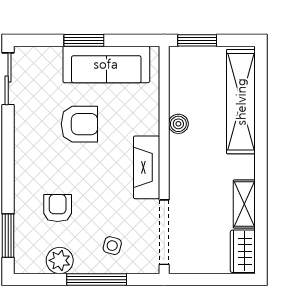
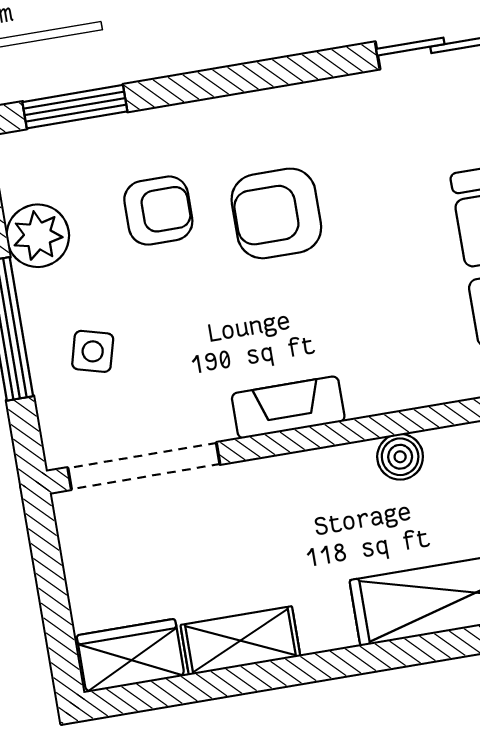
armchair: (79, 124) -> (276, 213), moved, turned 90
fireplace: (147, 167) -> (288, 407), width x0.73, depth x0.76

